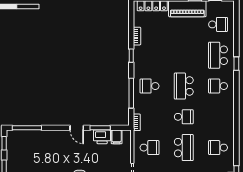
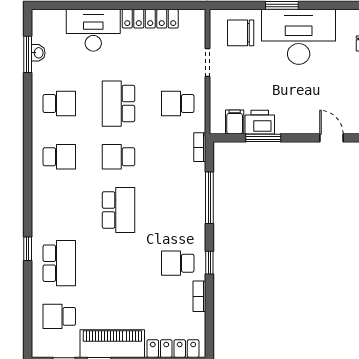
school desk: (149, 86) -> (178, 263), moved, turned 180
school desk: (218, 86) -> (59, 157), moved
door: (77, 128) -> (331, 138), moved

